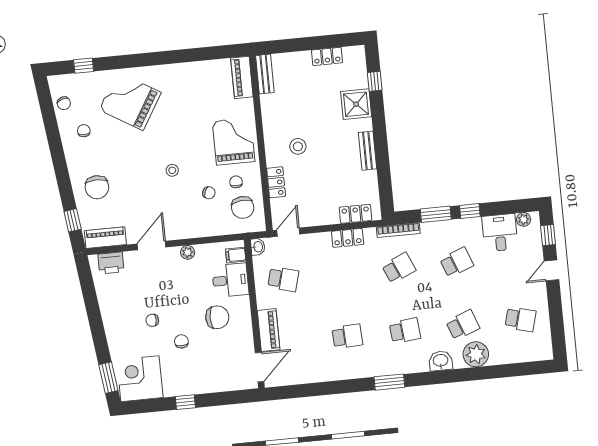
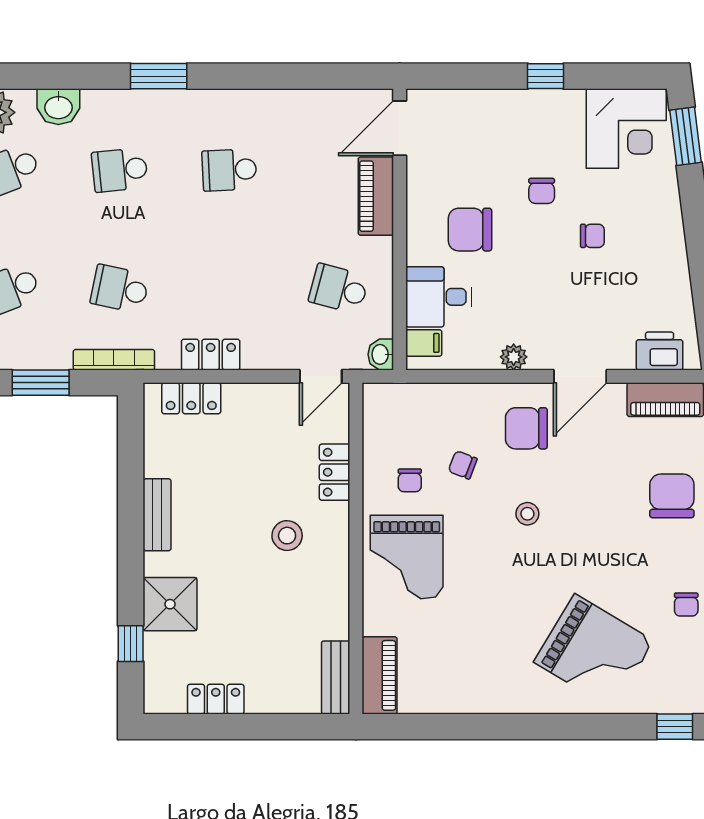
chair: (243, 207) -> (526, 428), moved, turned -84
school desk: (399, 268) -> (120, 289), turned 36

